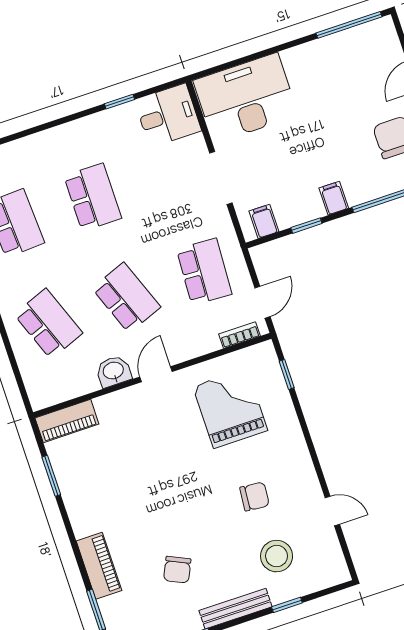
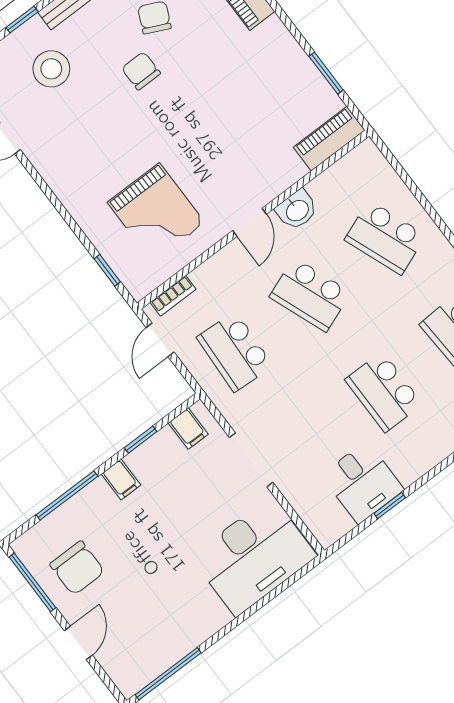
desk: (168, 115) -> (363, 482), moved, turned -90
chair: (254, 496) -> (141, 71), moved, turned 85

